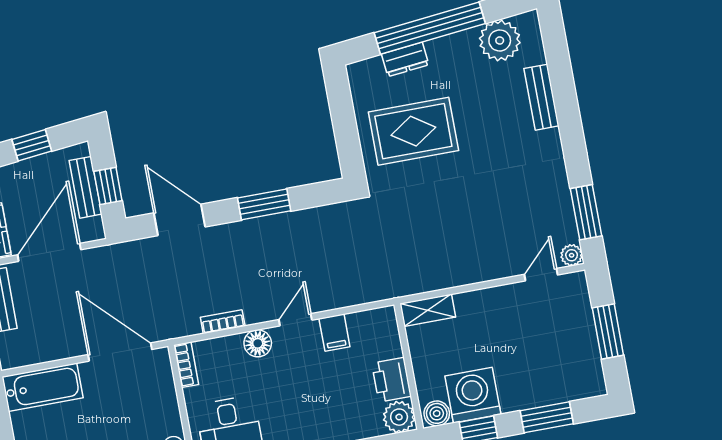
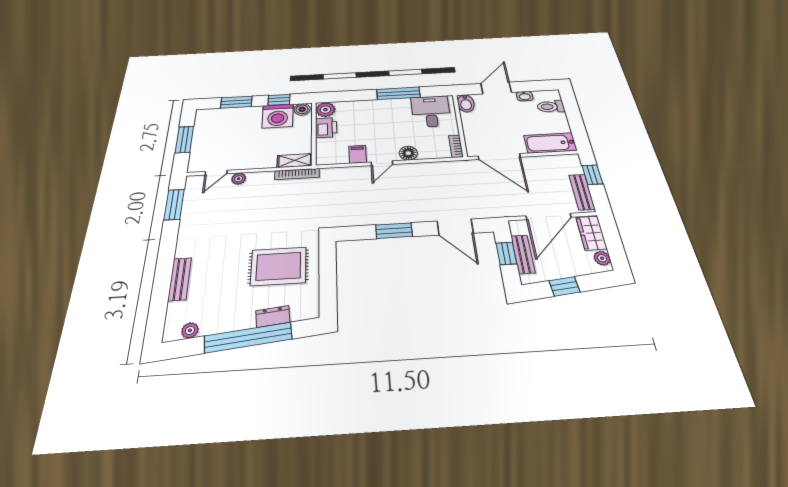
plant: (500, 40) -> (190, 330), width x0.53, depth x0.53
plant: (572, 255) -> (239, 179), moved
bookcase: (223, 322) -> (297, 174), moved, width x1.56

